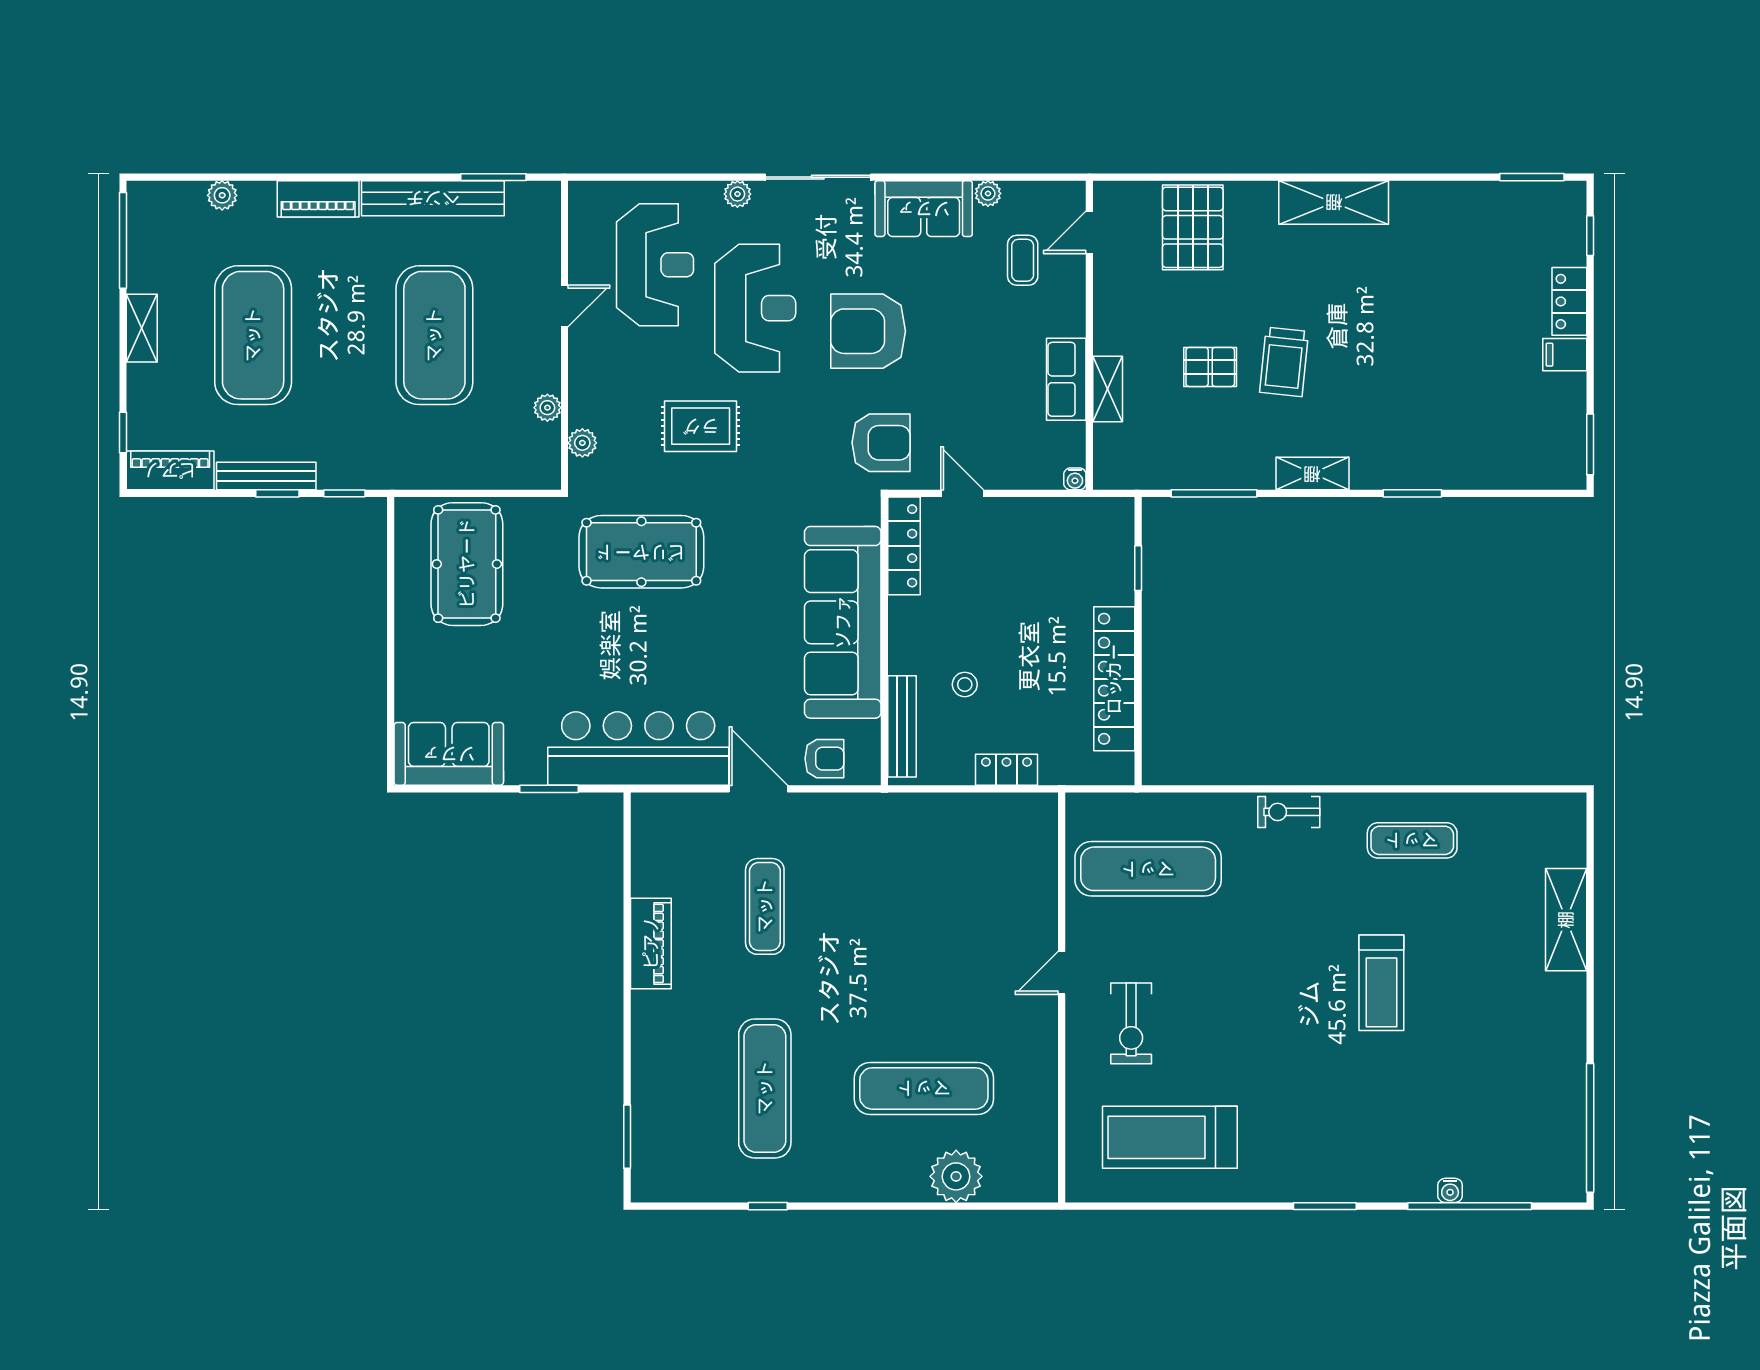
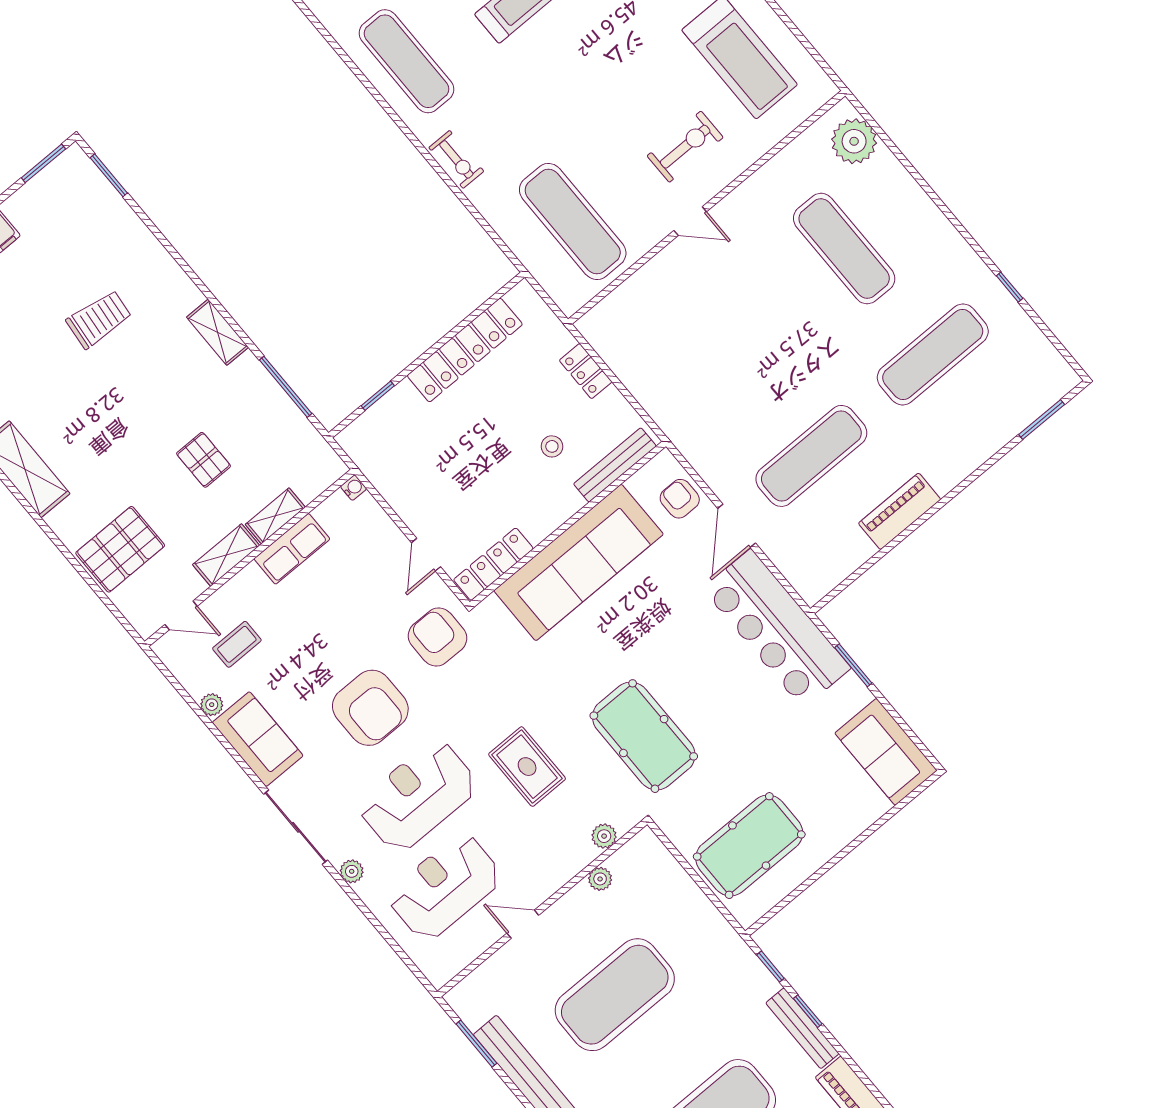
shelving: (1109, 317) -> (226, 555), added
trolley: (1284, 362) -> (99, 319), moved
window: (1412, 493) -> (109, 175), moved
exercise mat: (1412, 840) -> (406, 61), width x1.36, depth x1.45
exercise mat: (765, 906) -> (811, 456), width x1.36, depth x1.45
plant: (956, 1176) -> (854, 141), moved

